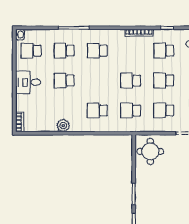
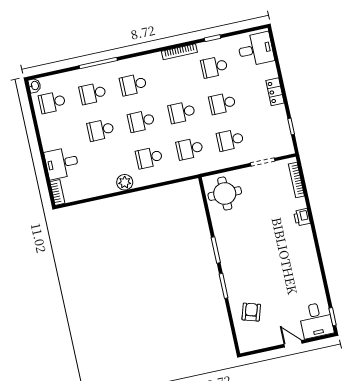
school desk: (97, 81) -> (141, 121), added
desk: (28, 82) -> (62, 163), moved
plant: (63, 126) -> (125, 182), moved

